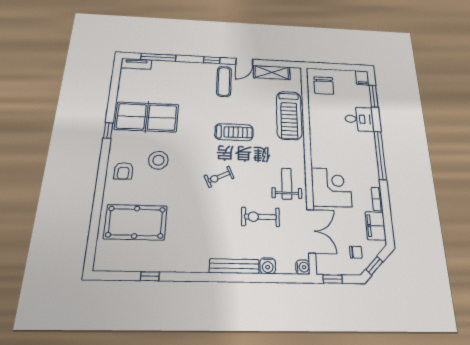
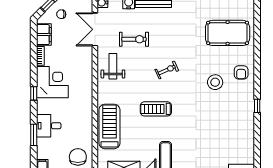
window: (374, 96) -> (34, 135), moved
table tennis table: (147, 117) -> (228, 119), removed
window: (380, 155) -> (34, 93), width x0.32
armchair: (123, 171) -> (241, 72), turned 180
weight bench: (287, 184) -> (113, 66), turned 180
corner desk: (331, 187) -> (52, 82), moved, turned 180

